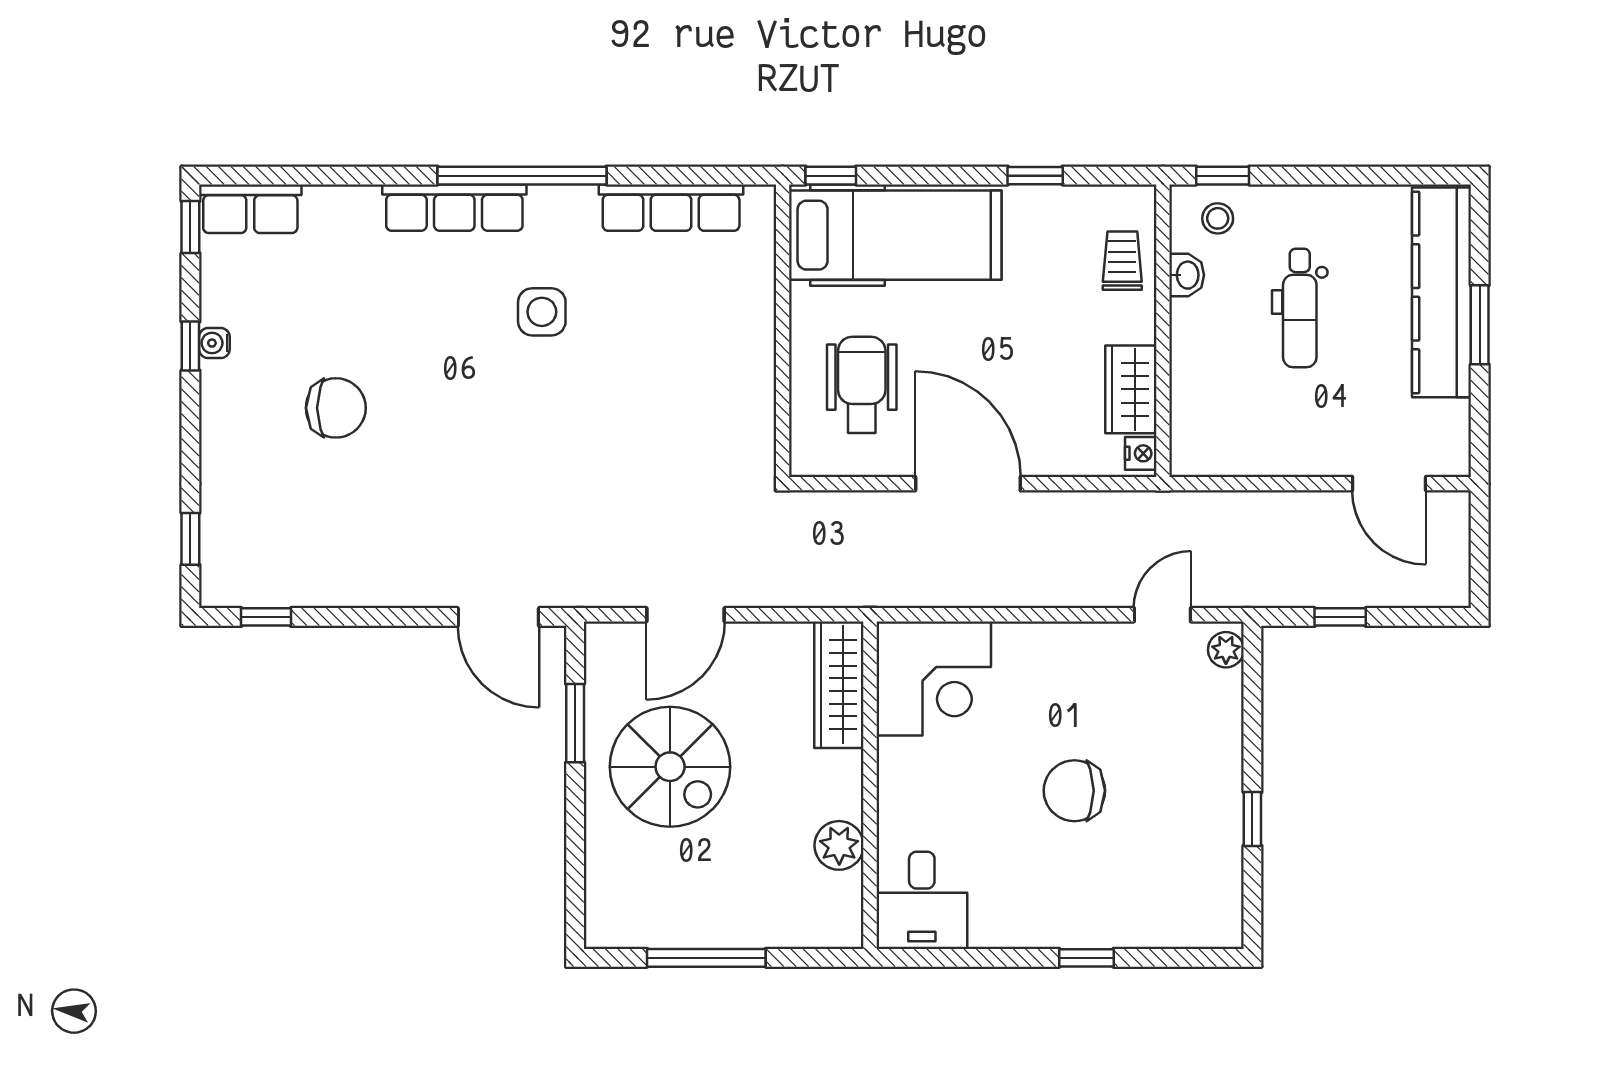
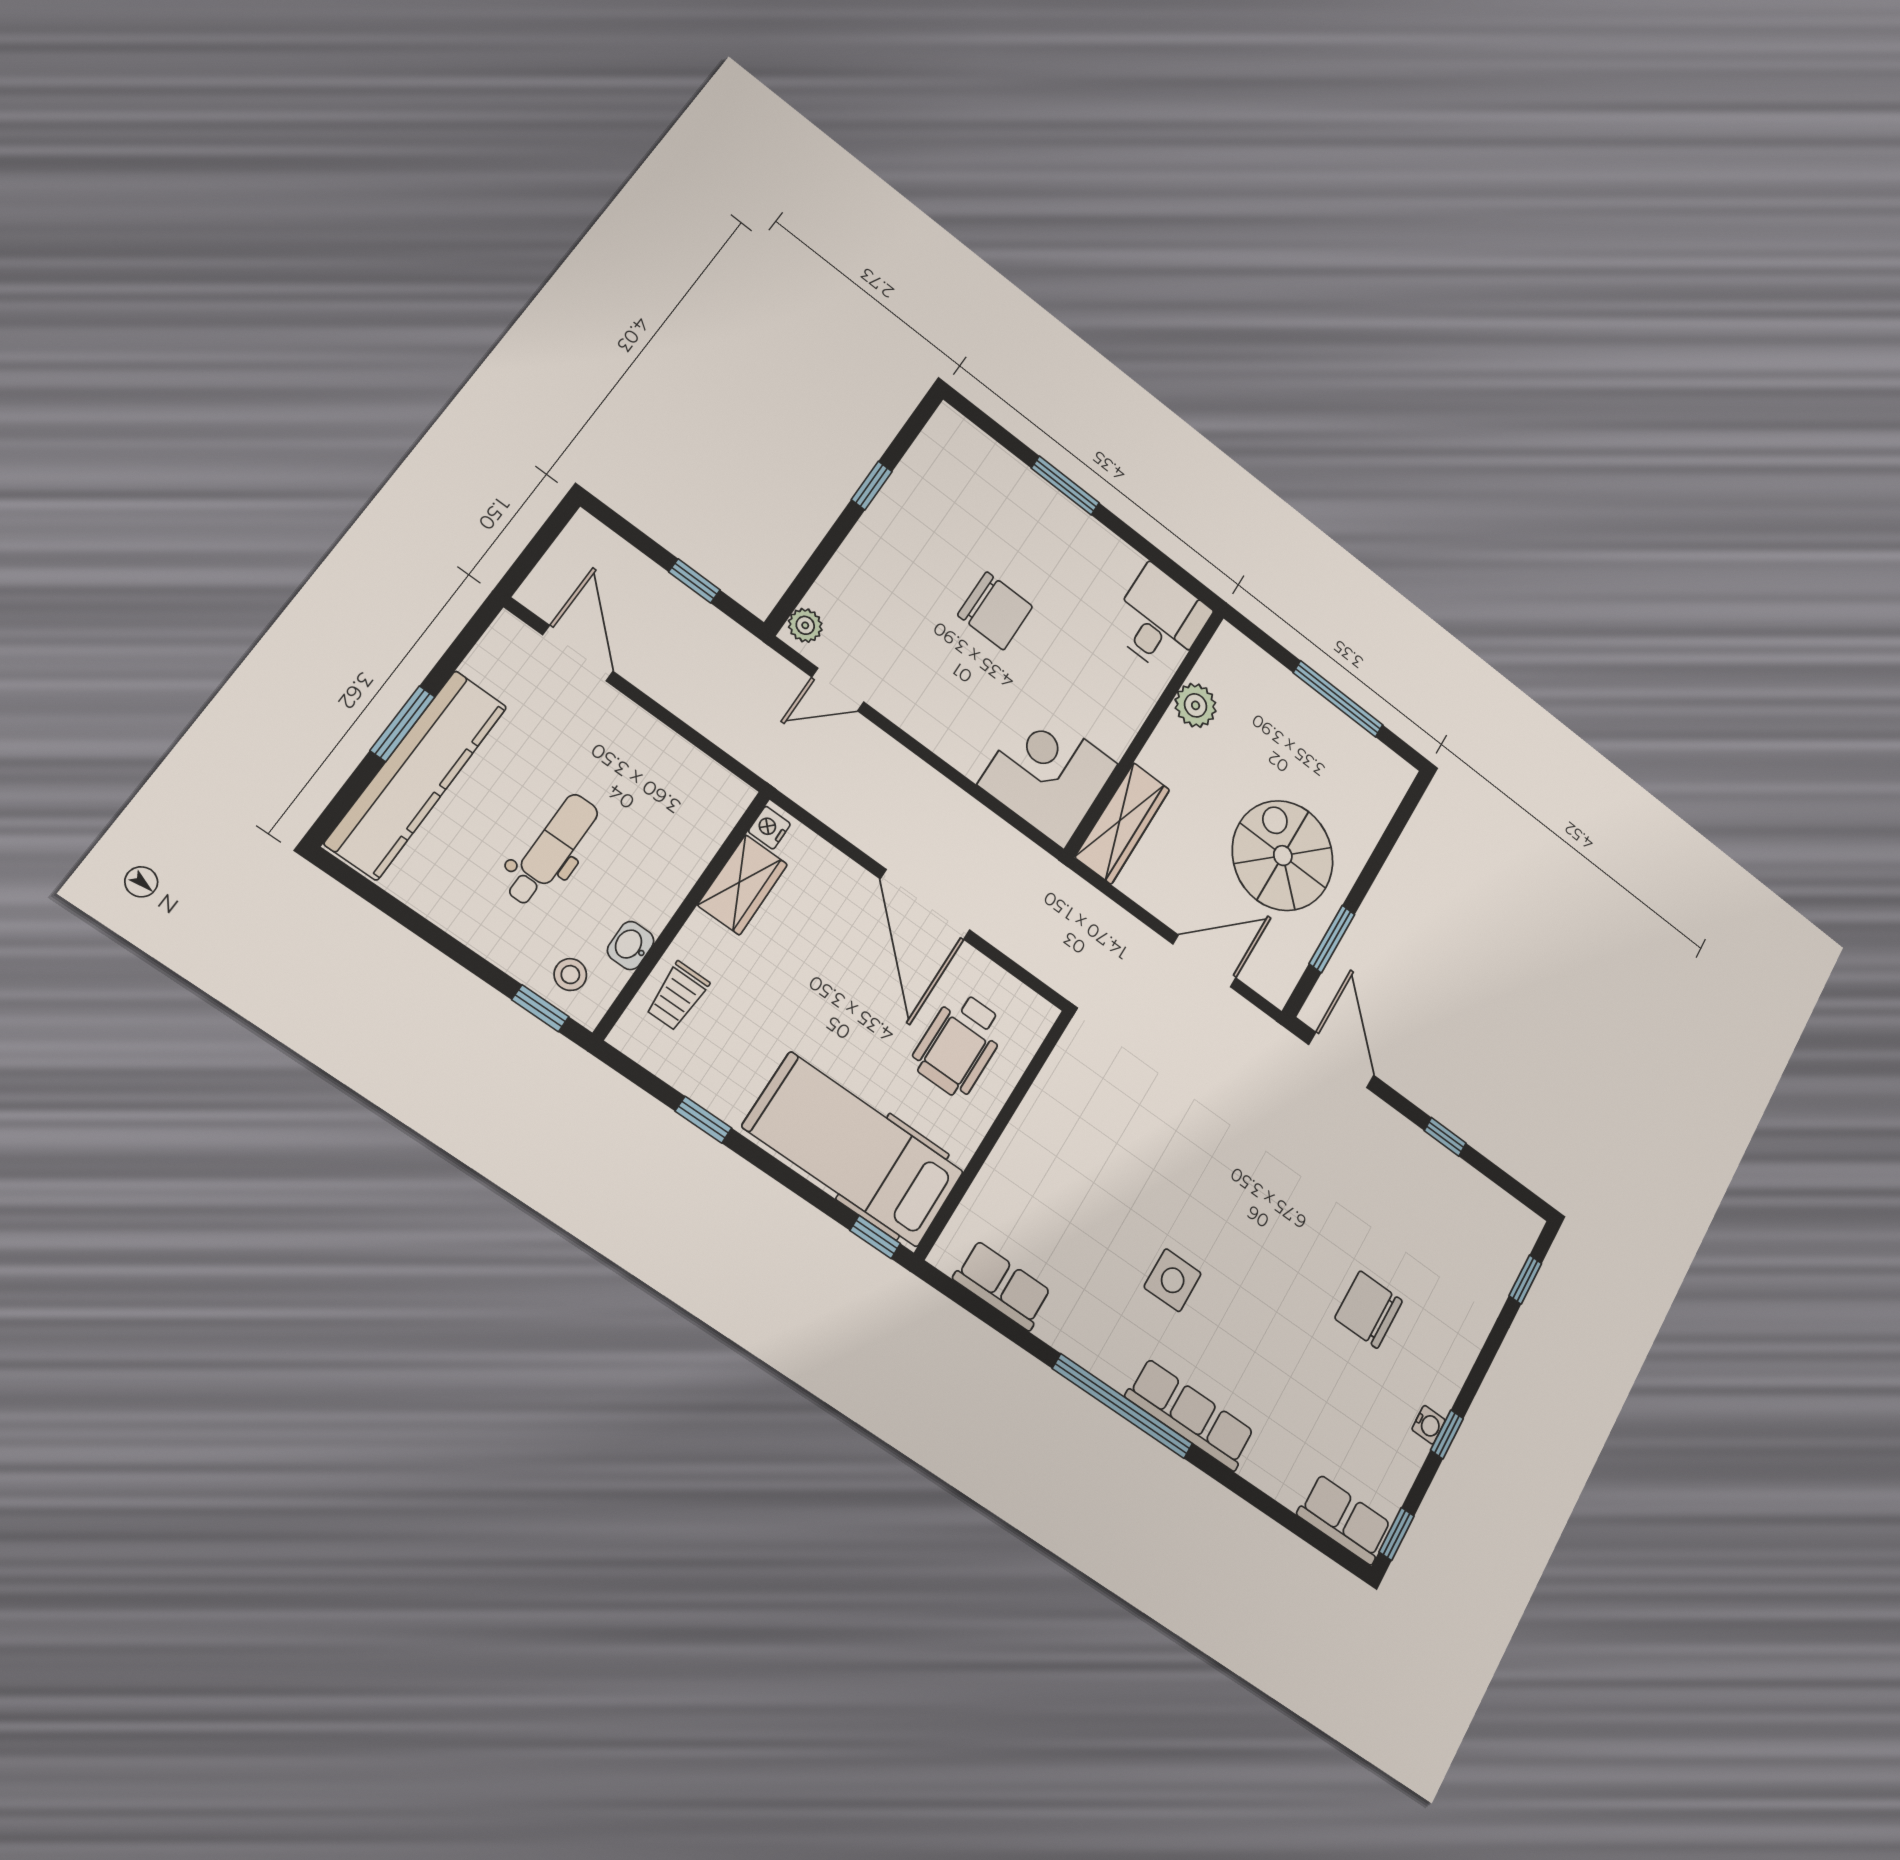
row of seats: (671, 208) -> (1003, 1285), width x0.68
window: (266, 617) -> (1445, 1137), moved
window: (1086, 958) -> (1065, 486), width x1.50

